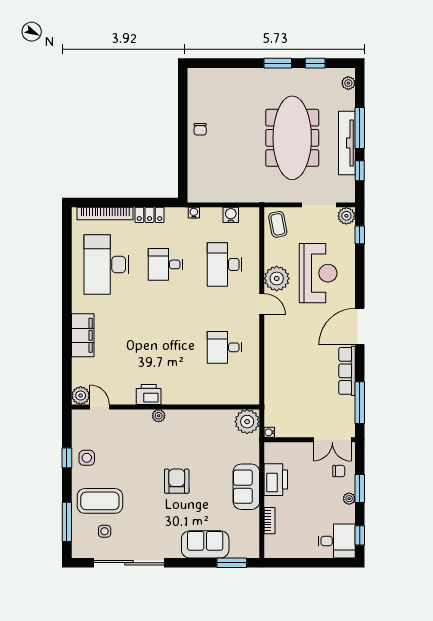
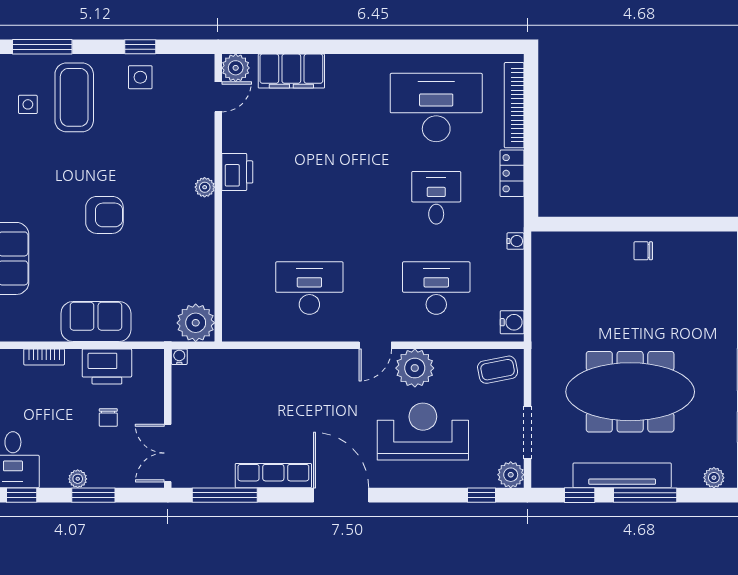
water cooler: (231, 215) -> (512, 322), moved
reception desk: (318, 273) -> (423, 432), turned 180
filing cabinet: (83, 335) -> (291, 71), moved
desk: (225, 347) -> (309, 288), width x1.37
chair: (339, 471) -> (108, 417), moved

